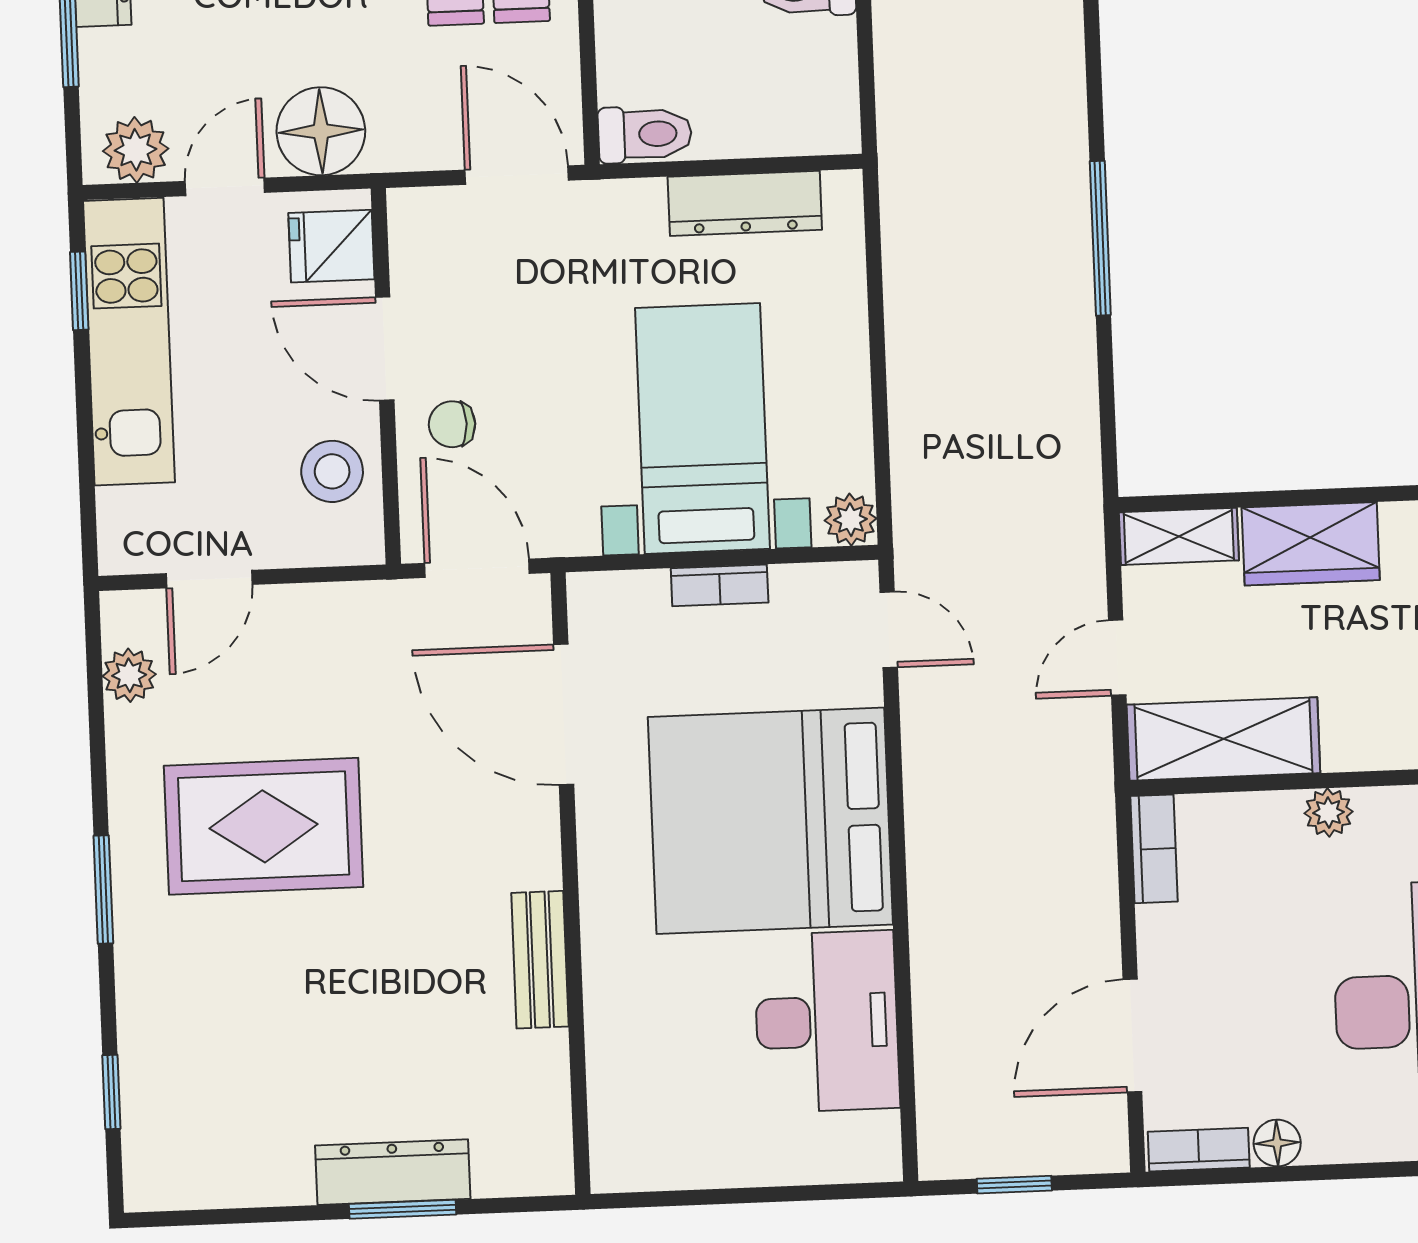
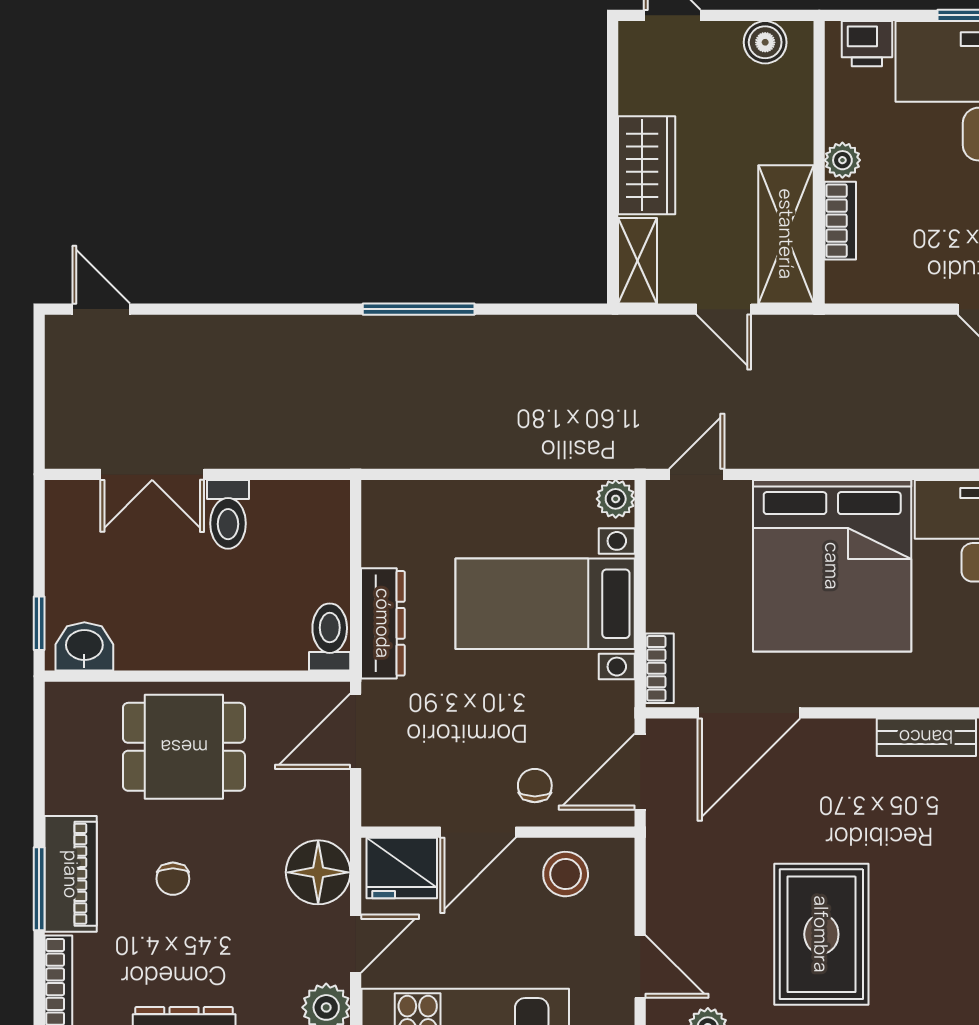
door: (225, 187) -> (356, 944), swing flipped
dresser: (745, 203) -> (383, 623), moved
fridge: (331, 246) -> (402, 868), width x1.38
chair: (452, 424) -> (535, 786), turned 180
bookcase: (720, 585) -> (660, 668), moved
bookcase: (1154, 849) -> (840, 221), moved, turned 90

